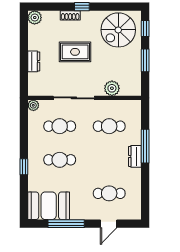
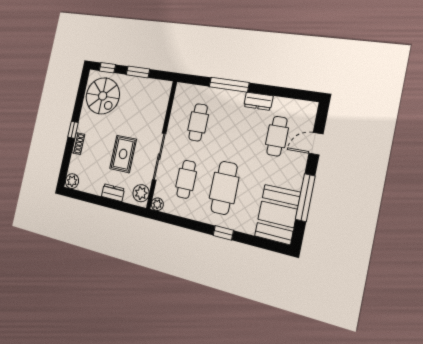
rug: (75, 52) -> (123, 154), moved
plant: (112, 88) -> (141, 193), moved
dresser: (135, 156) -> (258, 101), moved
cafe table: (60, 160) -> (224, 188), width x1.37, depth x1.35
door: (109, 224) -> (316, 144), swing flipped

